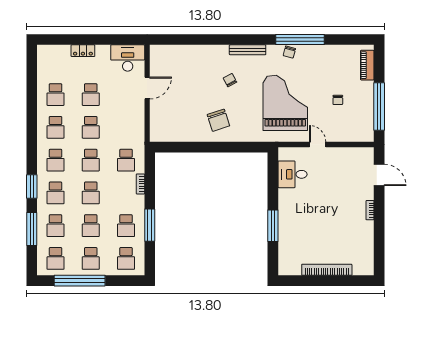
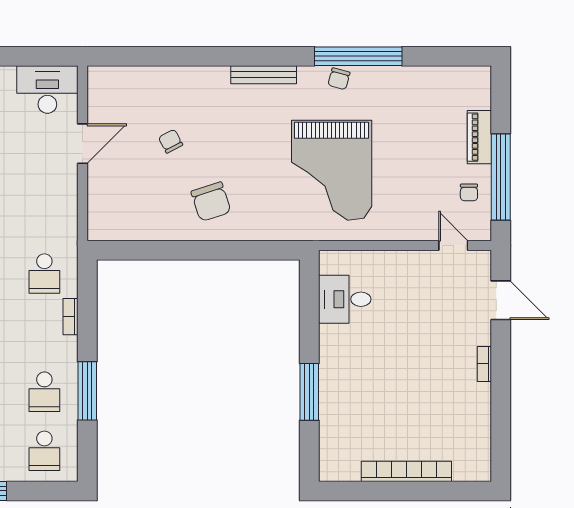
piano: (367, 65) -> (479, 137), moved
chair: (230, 80) -> (171, 141), moved
chair: (338, 100) -> (469, 192), moved
grand piano: (285, 103) -> (332, 170), turned 180
door: (318, 145) -> (453, 246), moved

